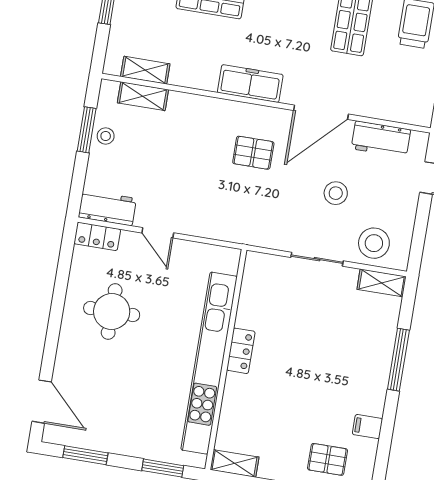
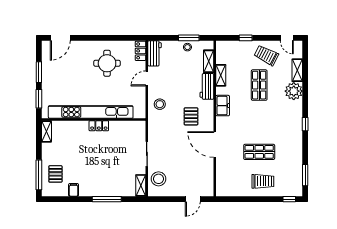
shelving: (145, 70) -> (221, 75), moved
freezer: (250, 84) -> (223, 106), width x0.71
workbench: (381, 139) -> (207, 86), moved
stool: (336, 193) -> (160, 104), moved
window: (85, 455) -> (39, 72), moved

